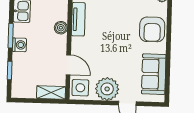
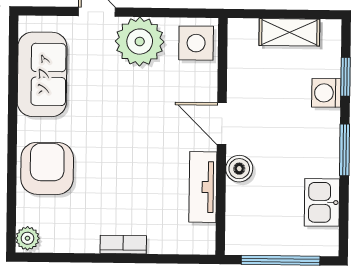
washing machine: (19, 45) -> (326, 93), moved
door: (68, 65) -> (222, 124), moved
shelving: (51, 93) -> (289, 32), moved

